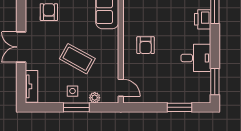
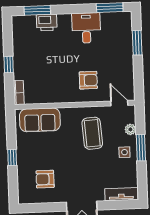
armchair: (146, 45) -> (88, 80), moved
coffee table: (77, 59) -> (92, 133), moved, turned -33
door: (121, 88) -> (119, 103), hinge flipped

